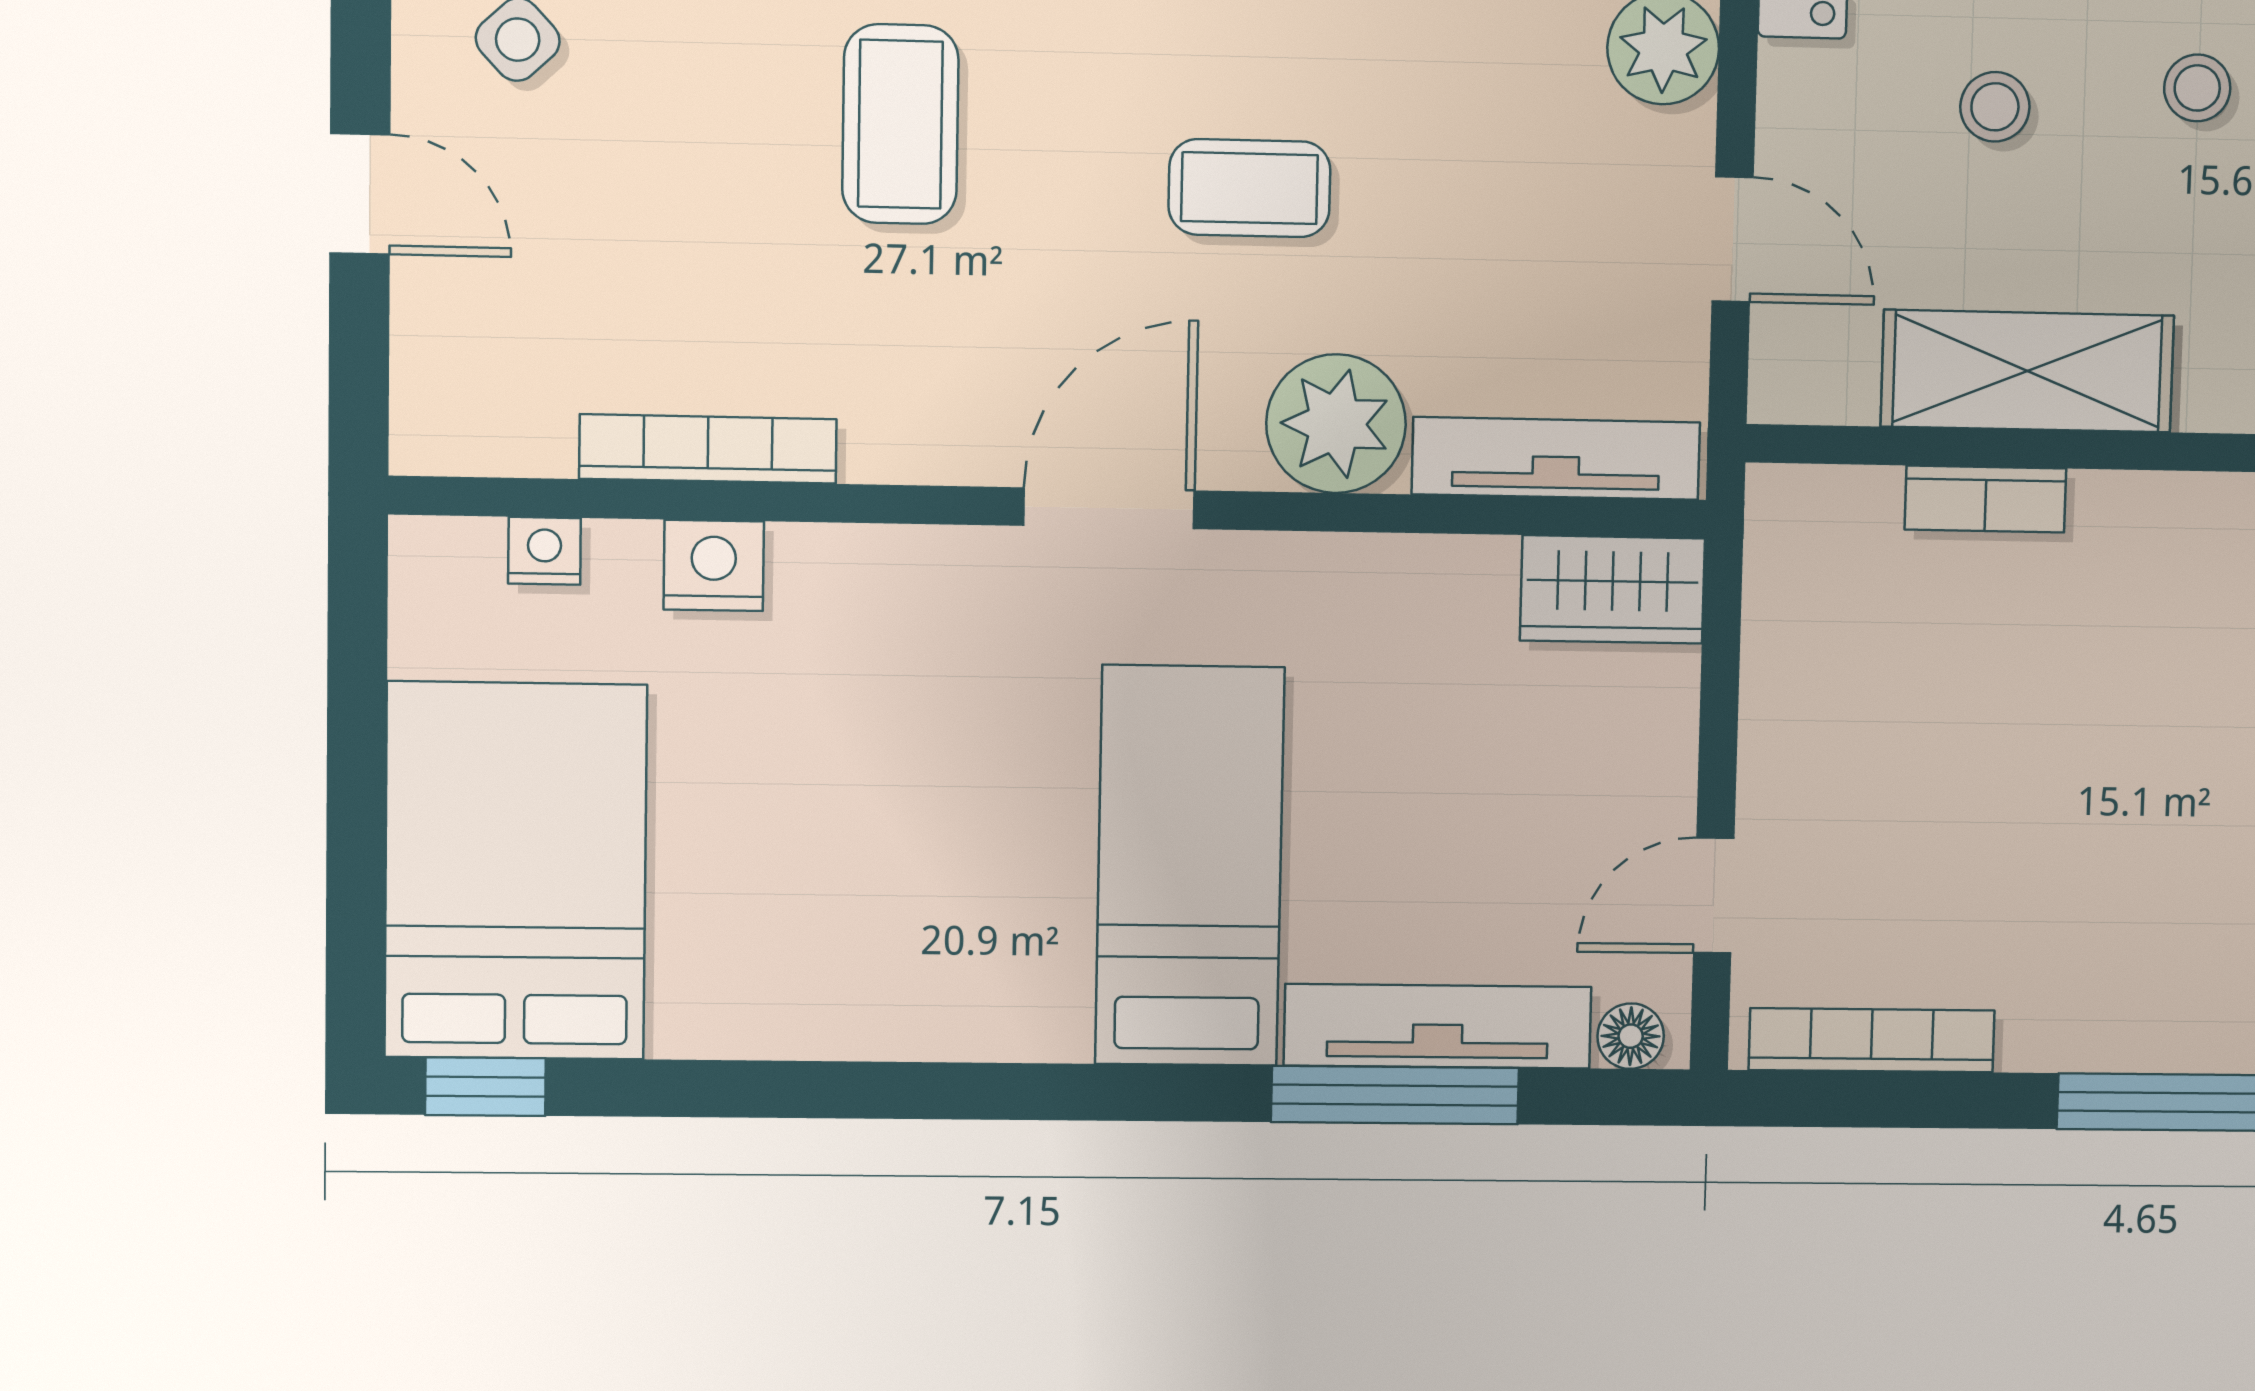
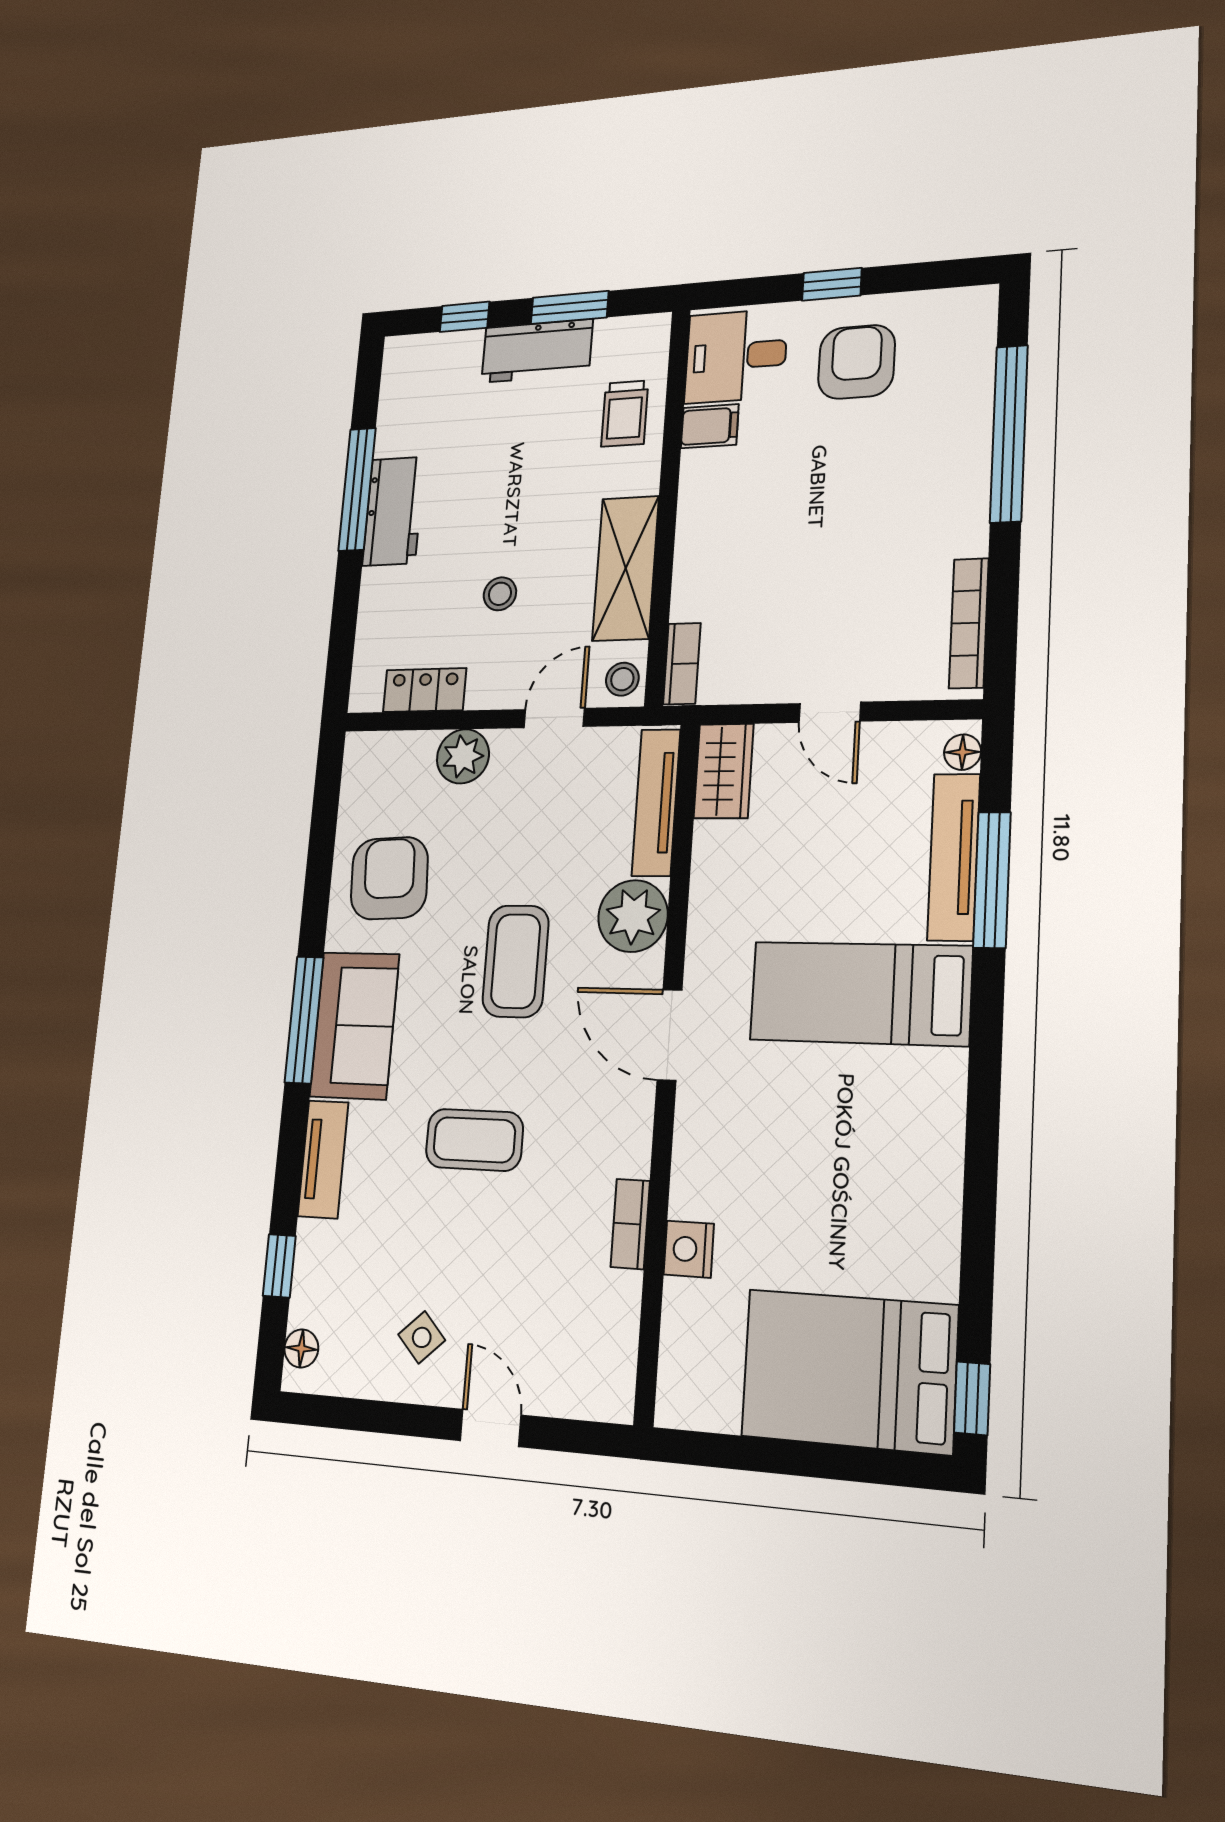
stool: (2197, 88) -> (622, 679), moved
coffee table: (1249, 188) -> (516, 961), width x1.36, depth x1.30
door: (360, 194) -> (491, 1428), hinge flipped
bookcase: (708, 449) -> (630, 1224), width x0.64
bookcase: (1985, 499) -> (682, 664), moved
nightstand: (544, 551) -> (677, 1342), removed
door: (1714, 896) -> (830, 712), moved

